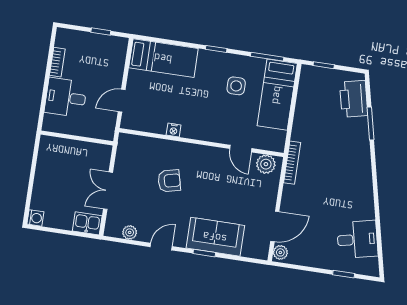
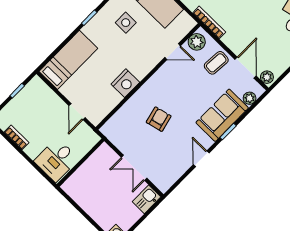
desk: (66, 98) -> (56, 160), moved
nightstand: (174, 130) -> (125, 83), width x1.89, depth x1.79
coffee table: (260, 196) -> (216, 63), added
plant: (130, 232) -> (250, 98), moved

